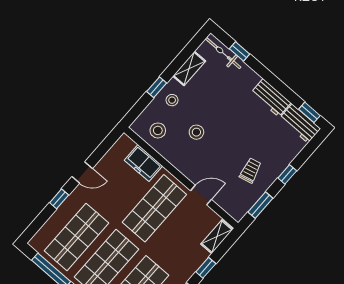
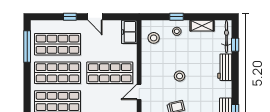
workbench: (271, 98) -> (225, 67), moved
stool: (196, 132) -> (180, 76), moved
freezer: (143, 163) -> (129, 32), moved
door: (201, 195) -> (139, 92), swing flipped

